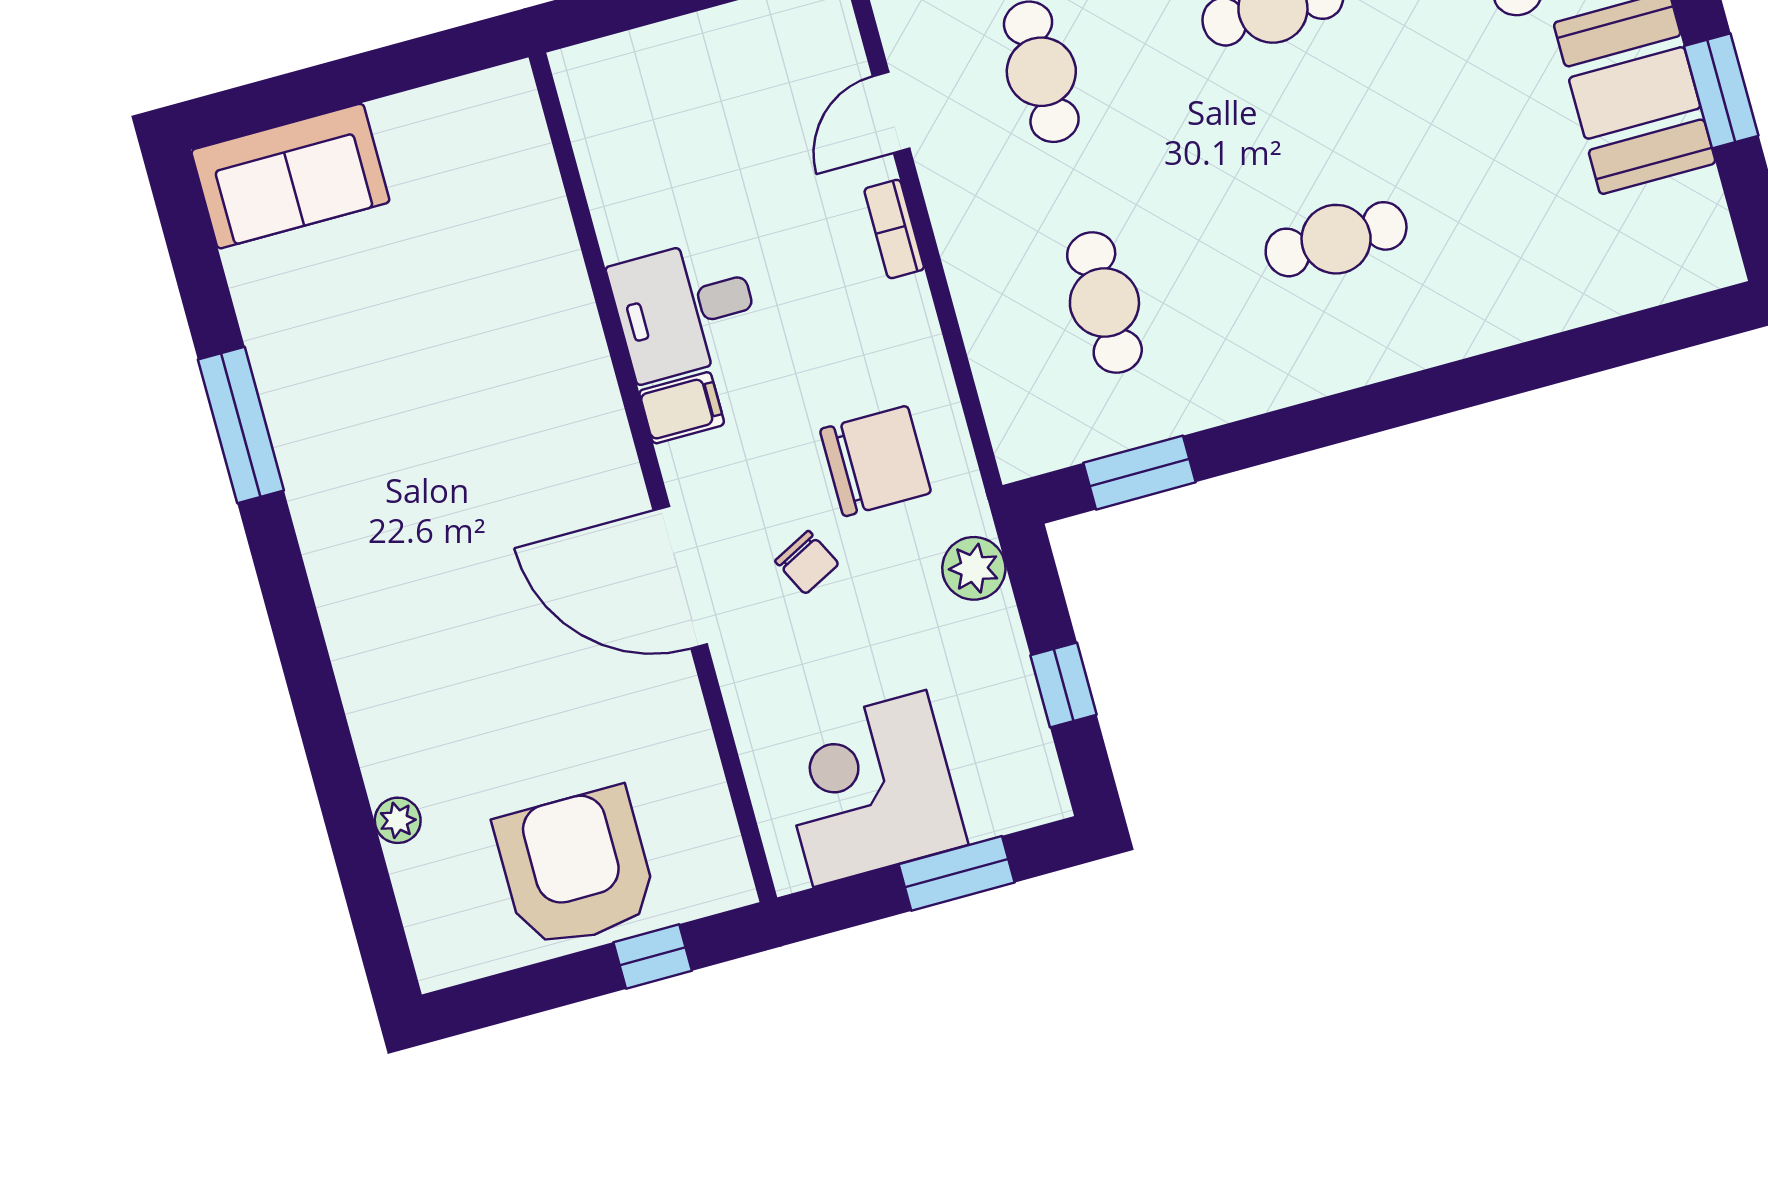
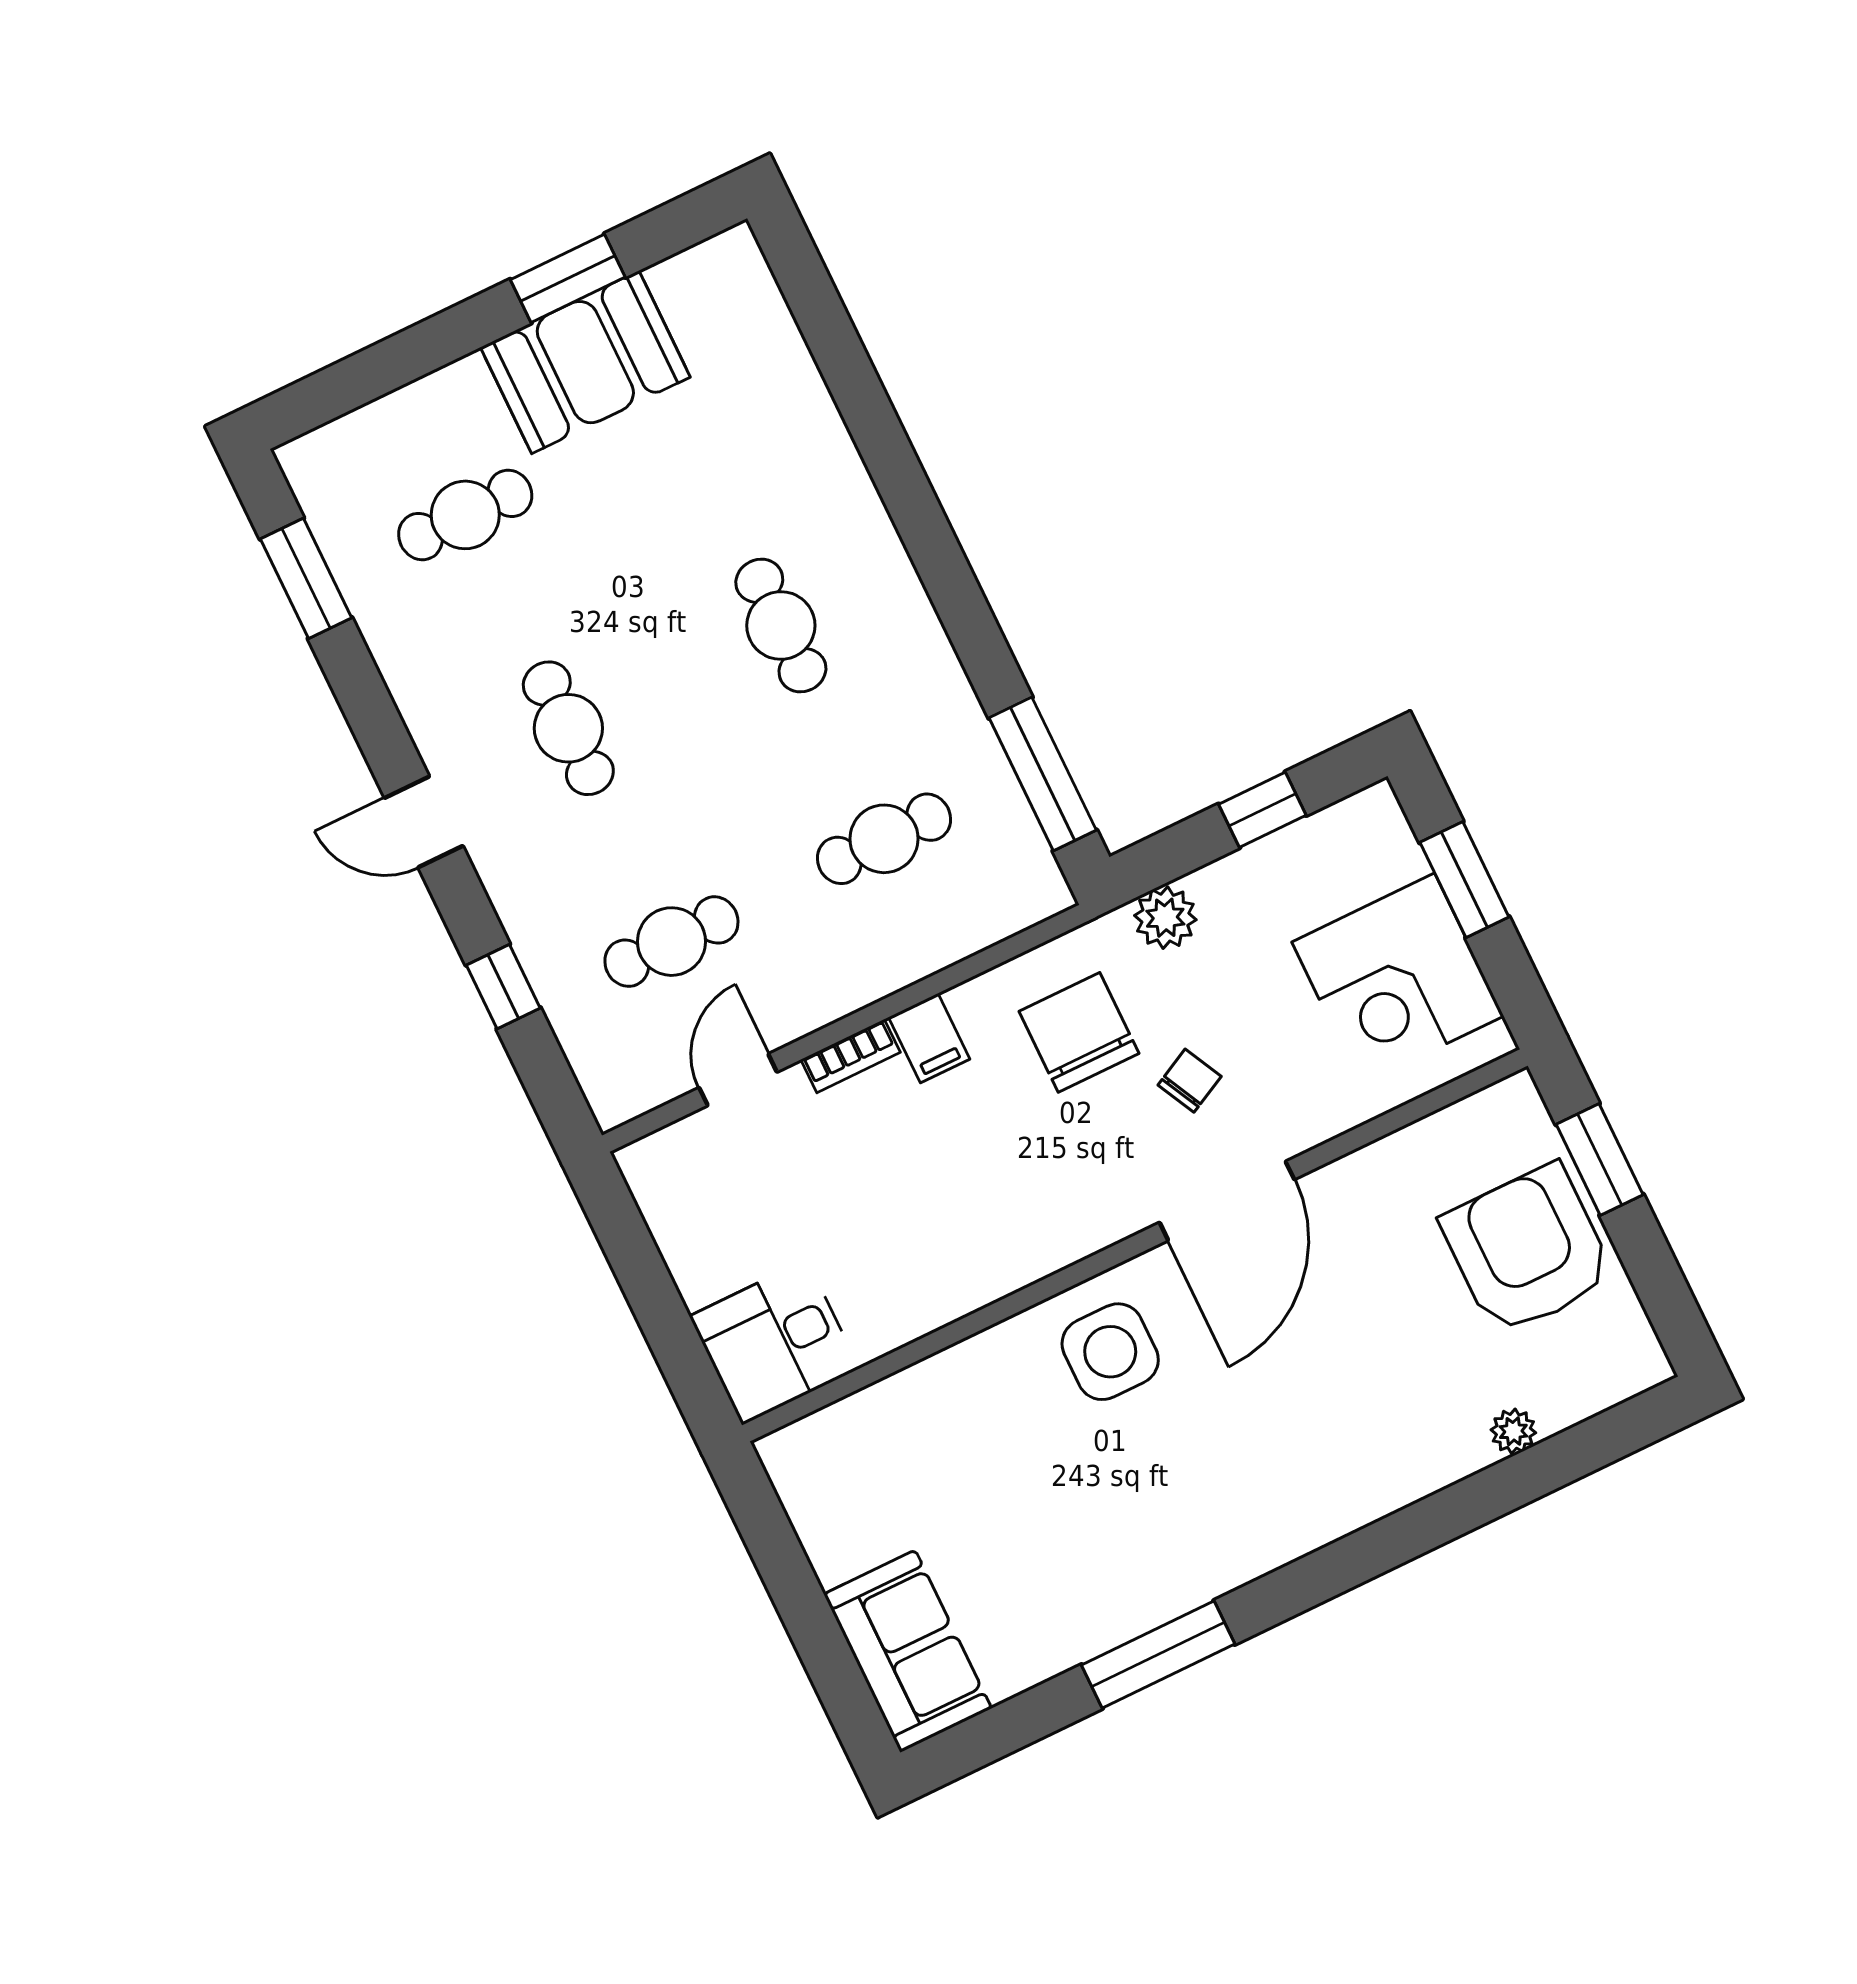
door: (891, 113) -> (738, 1080), swing flipped
desk: (685, 309) -> (774, 1342), moved, turned 90
filing cabinet: (682, 408) -> (929, 1038), moved, turned 180
side table: (551, 433) -> (1110, 1352), added
window: (1140, 473) -> (1043, 774), width x1.44
armchair: (576, 868) -> (1528, 1250), turned 90
window: (653, 956) -> (1600, 1159), width x1.50

